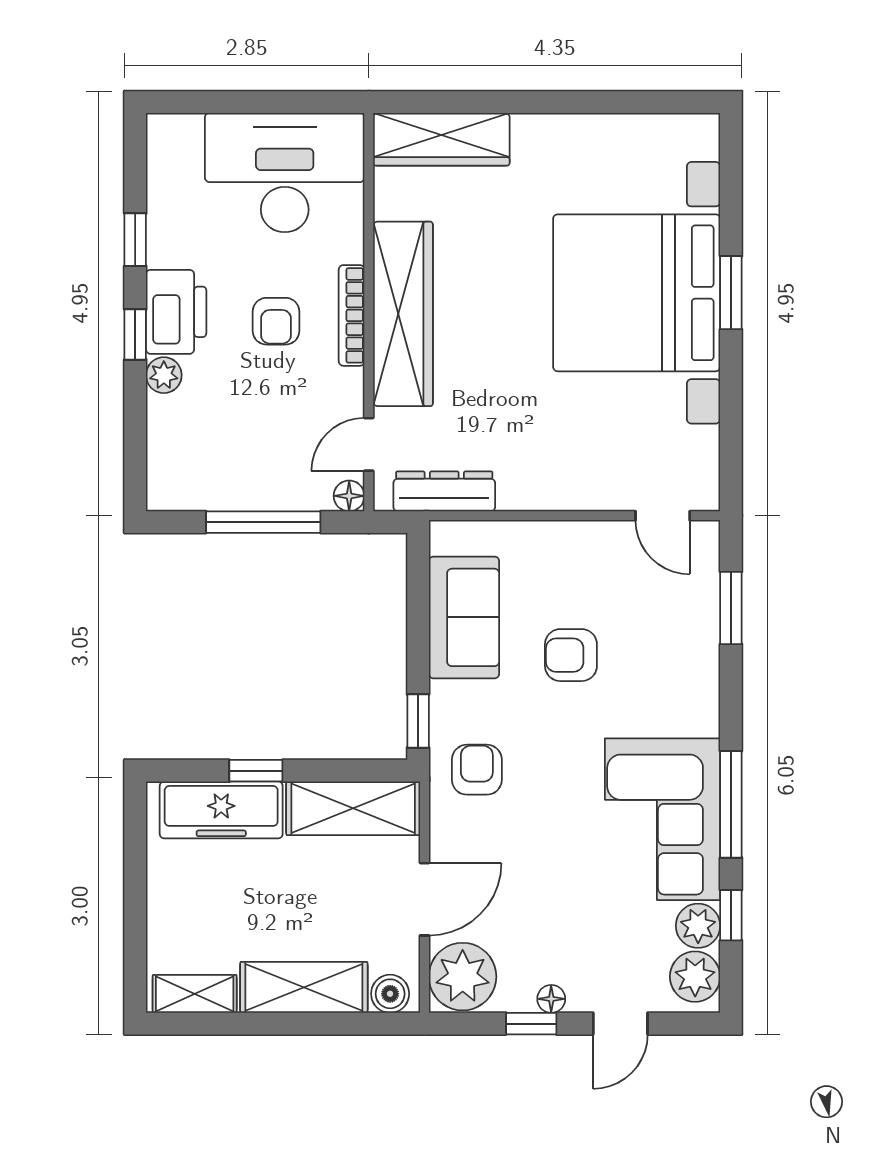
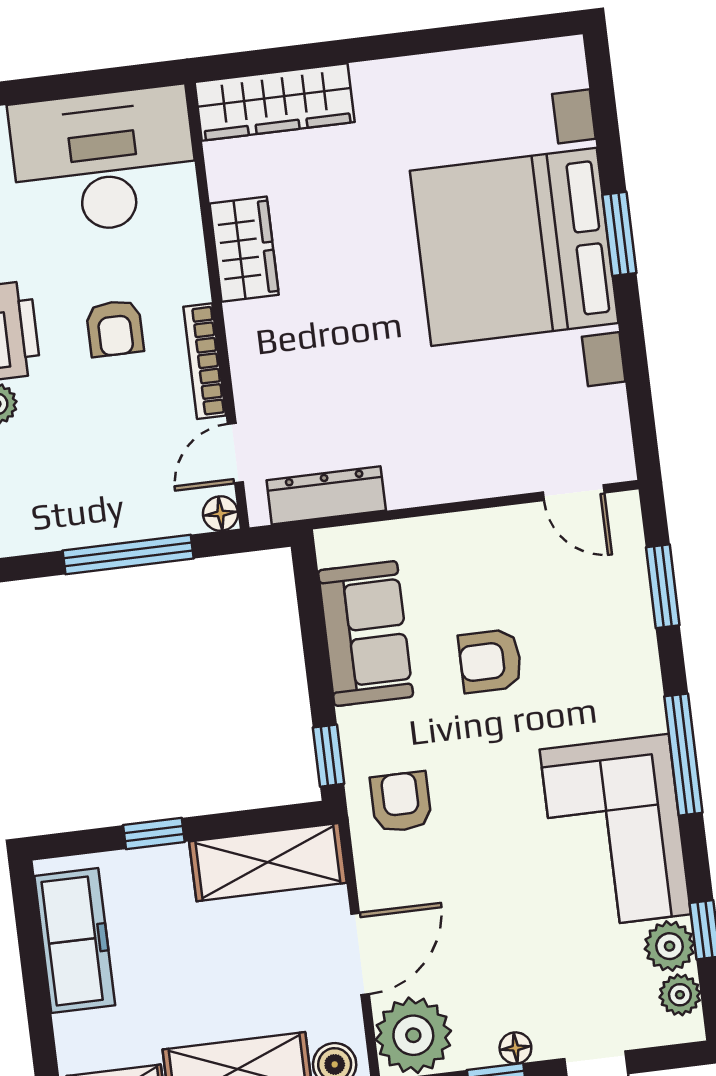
wardrobe: (403, 314) -> (244, 249), width x0.48, depth x0.85
bookcase: (352, 315) -> (205, 361), moved
window: (731, 804) -> (683, 755), moved
freezer: (221, 810) -> (75, 941), moved, turned -90
plant: (695, 977) -> (680, 995), width x0.73, depth x0.73

